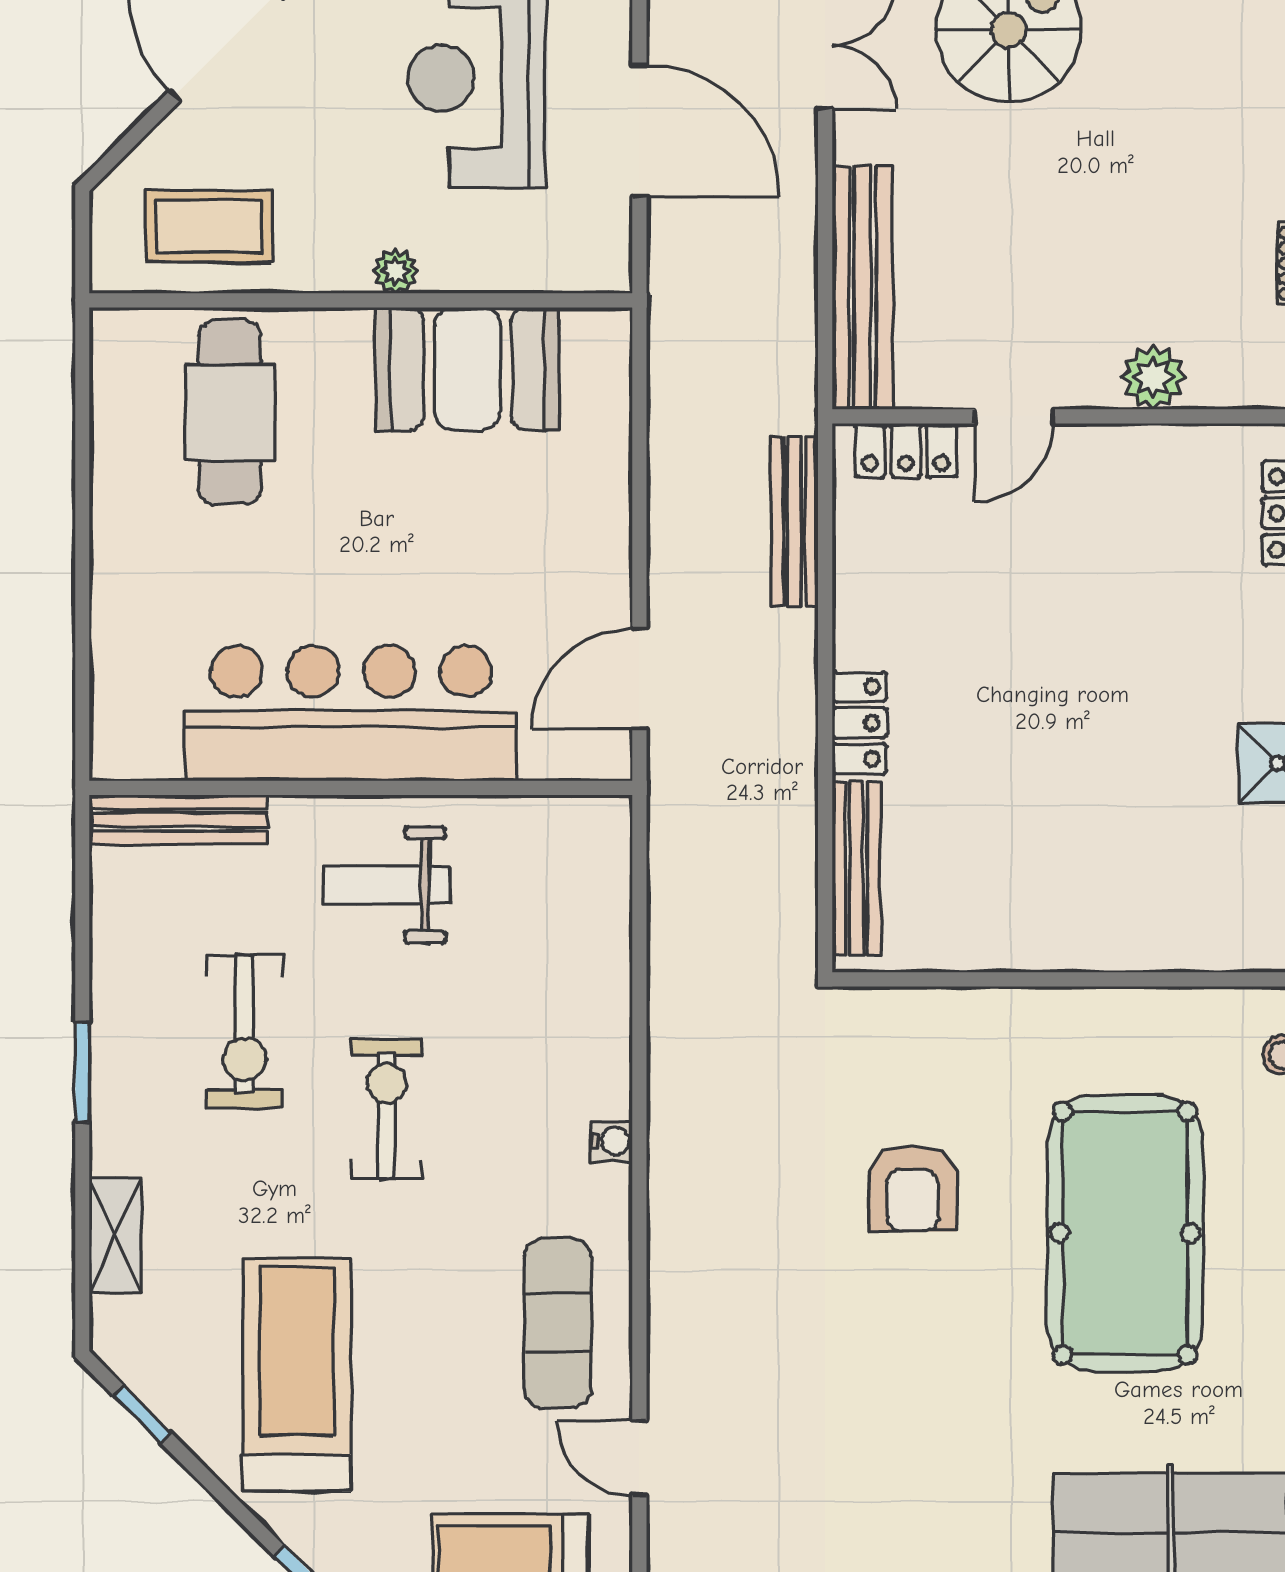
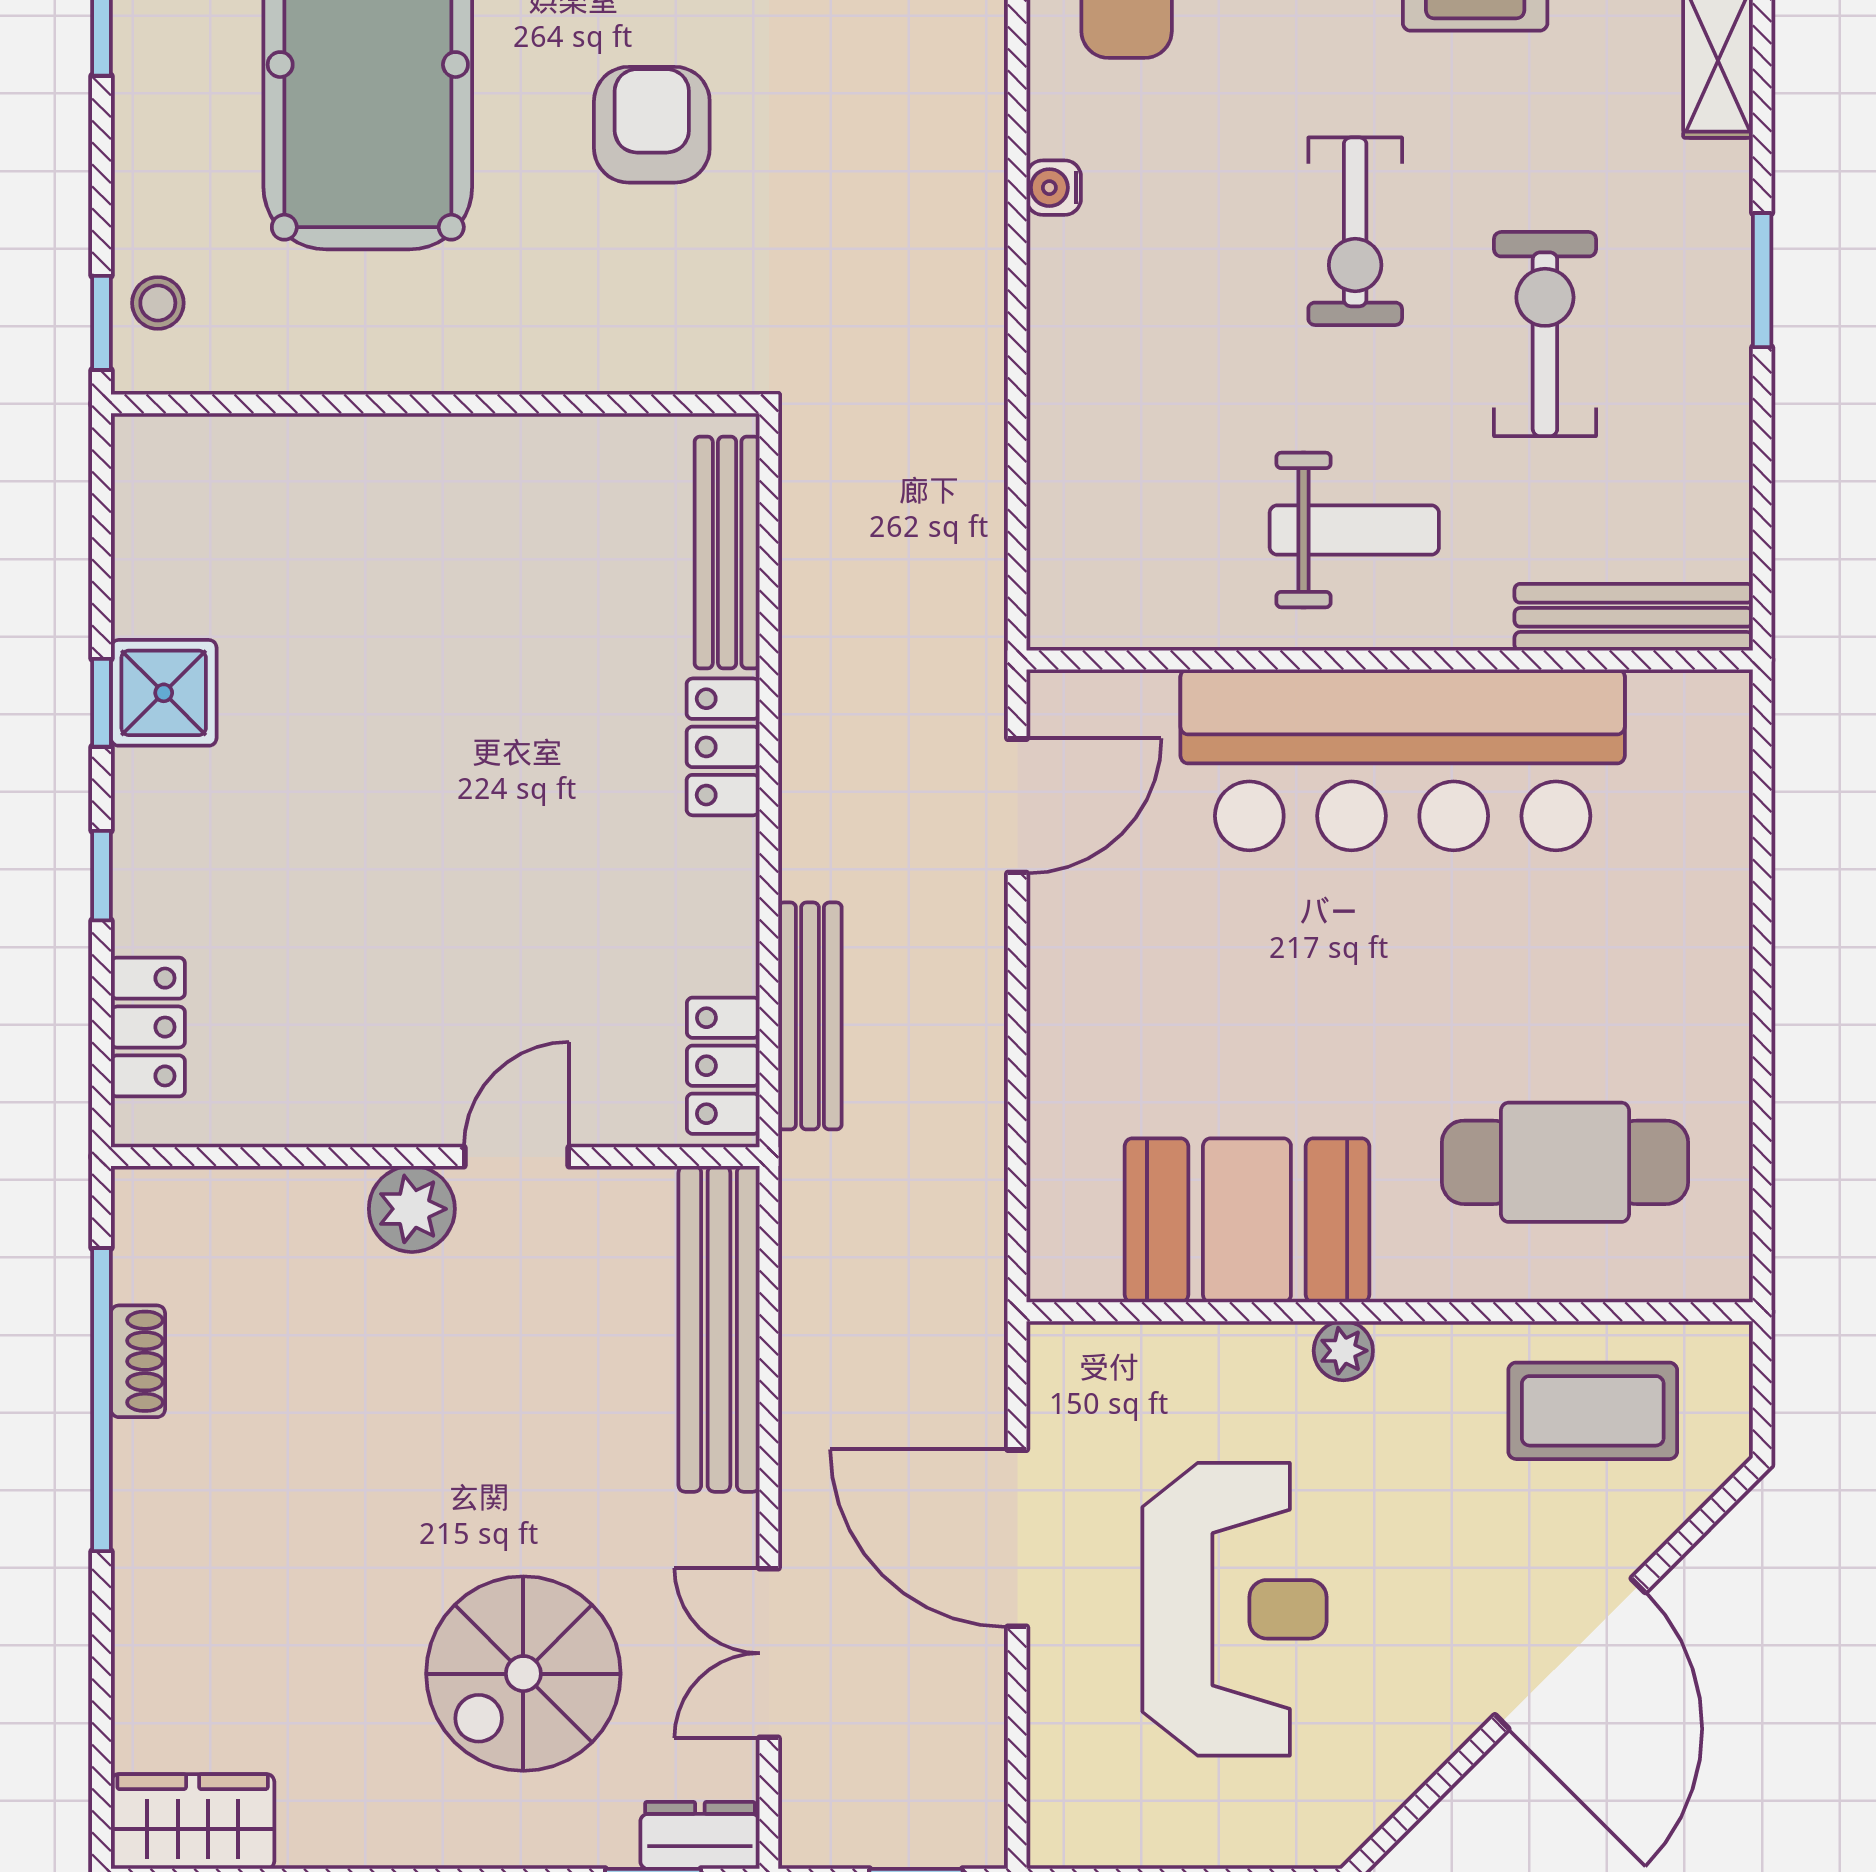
plant: (1153, 377) -> (412, 1209), moved
cafe table: (230, 412) -> (1565, 1162), turned 90
locker: (906, 451) -> (723, 1066), moved, turned -90

